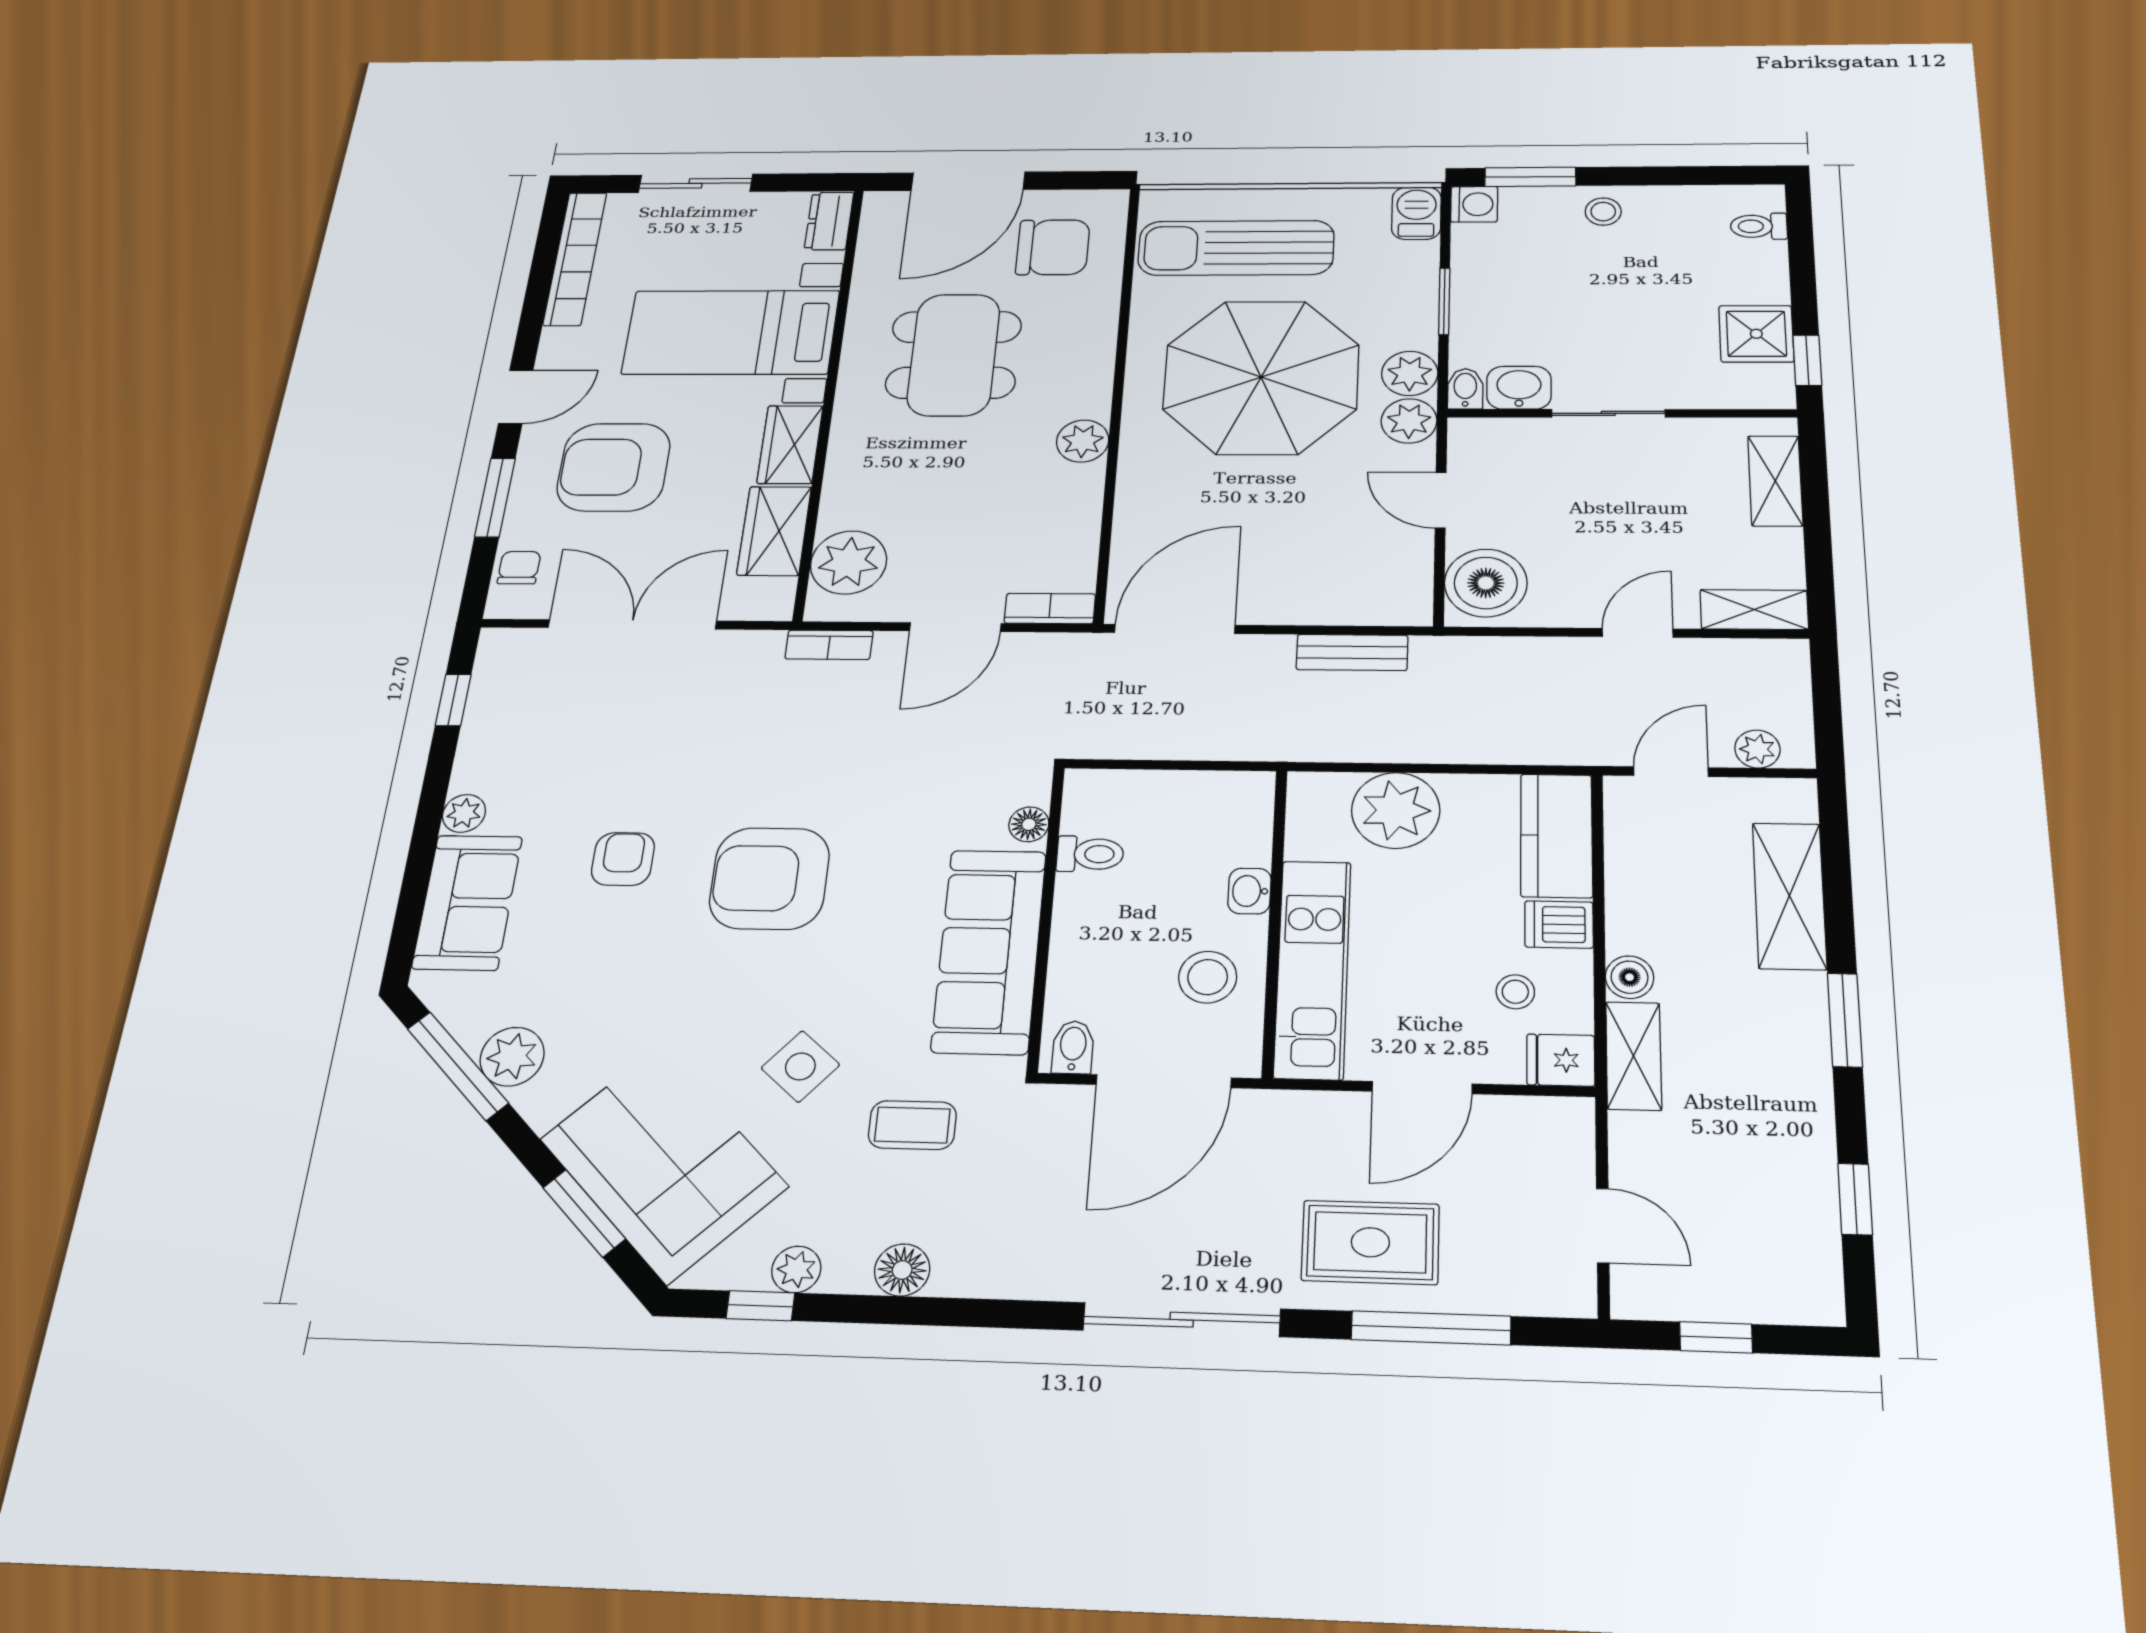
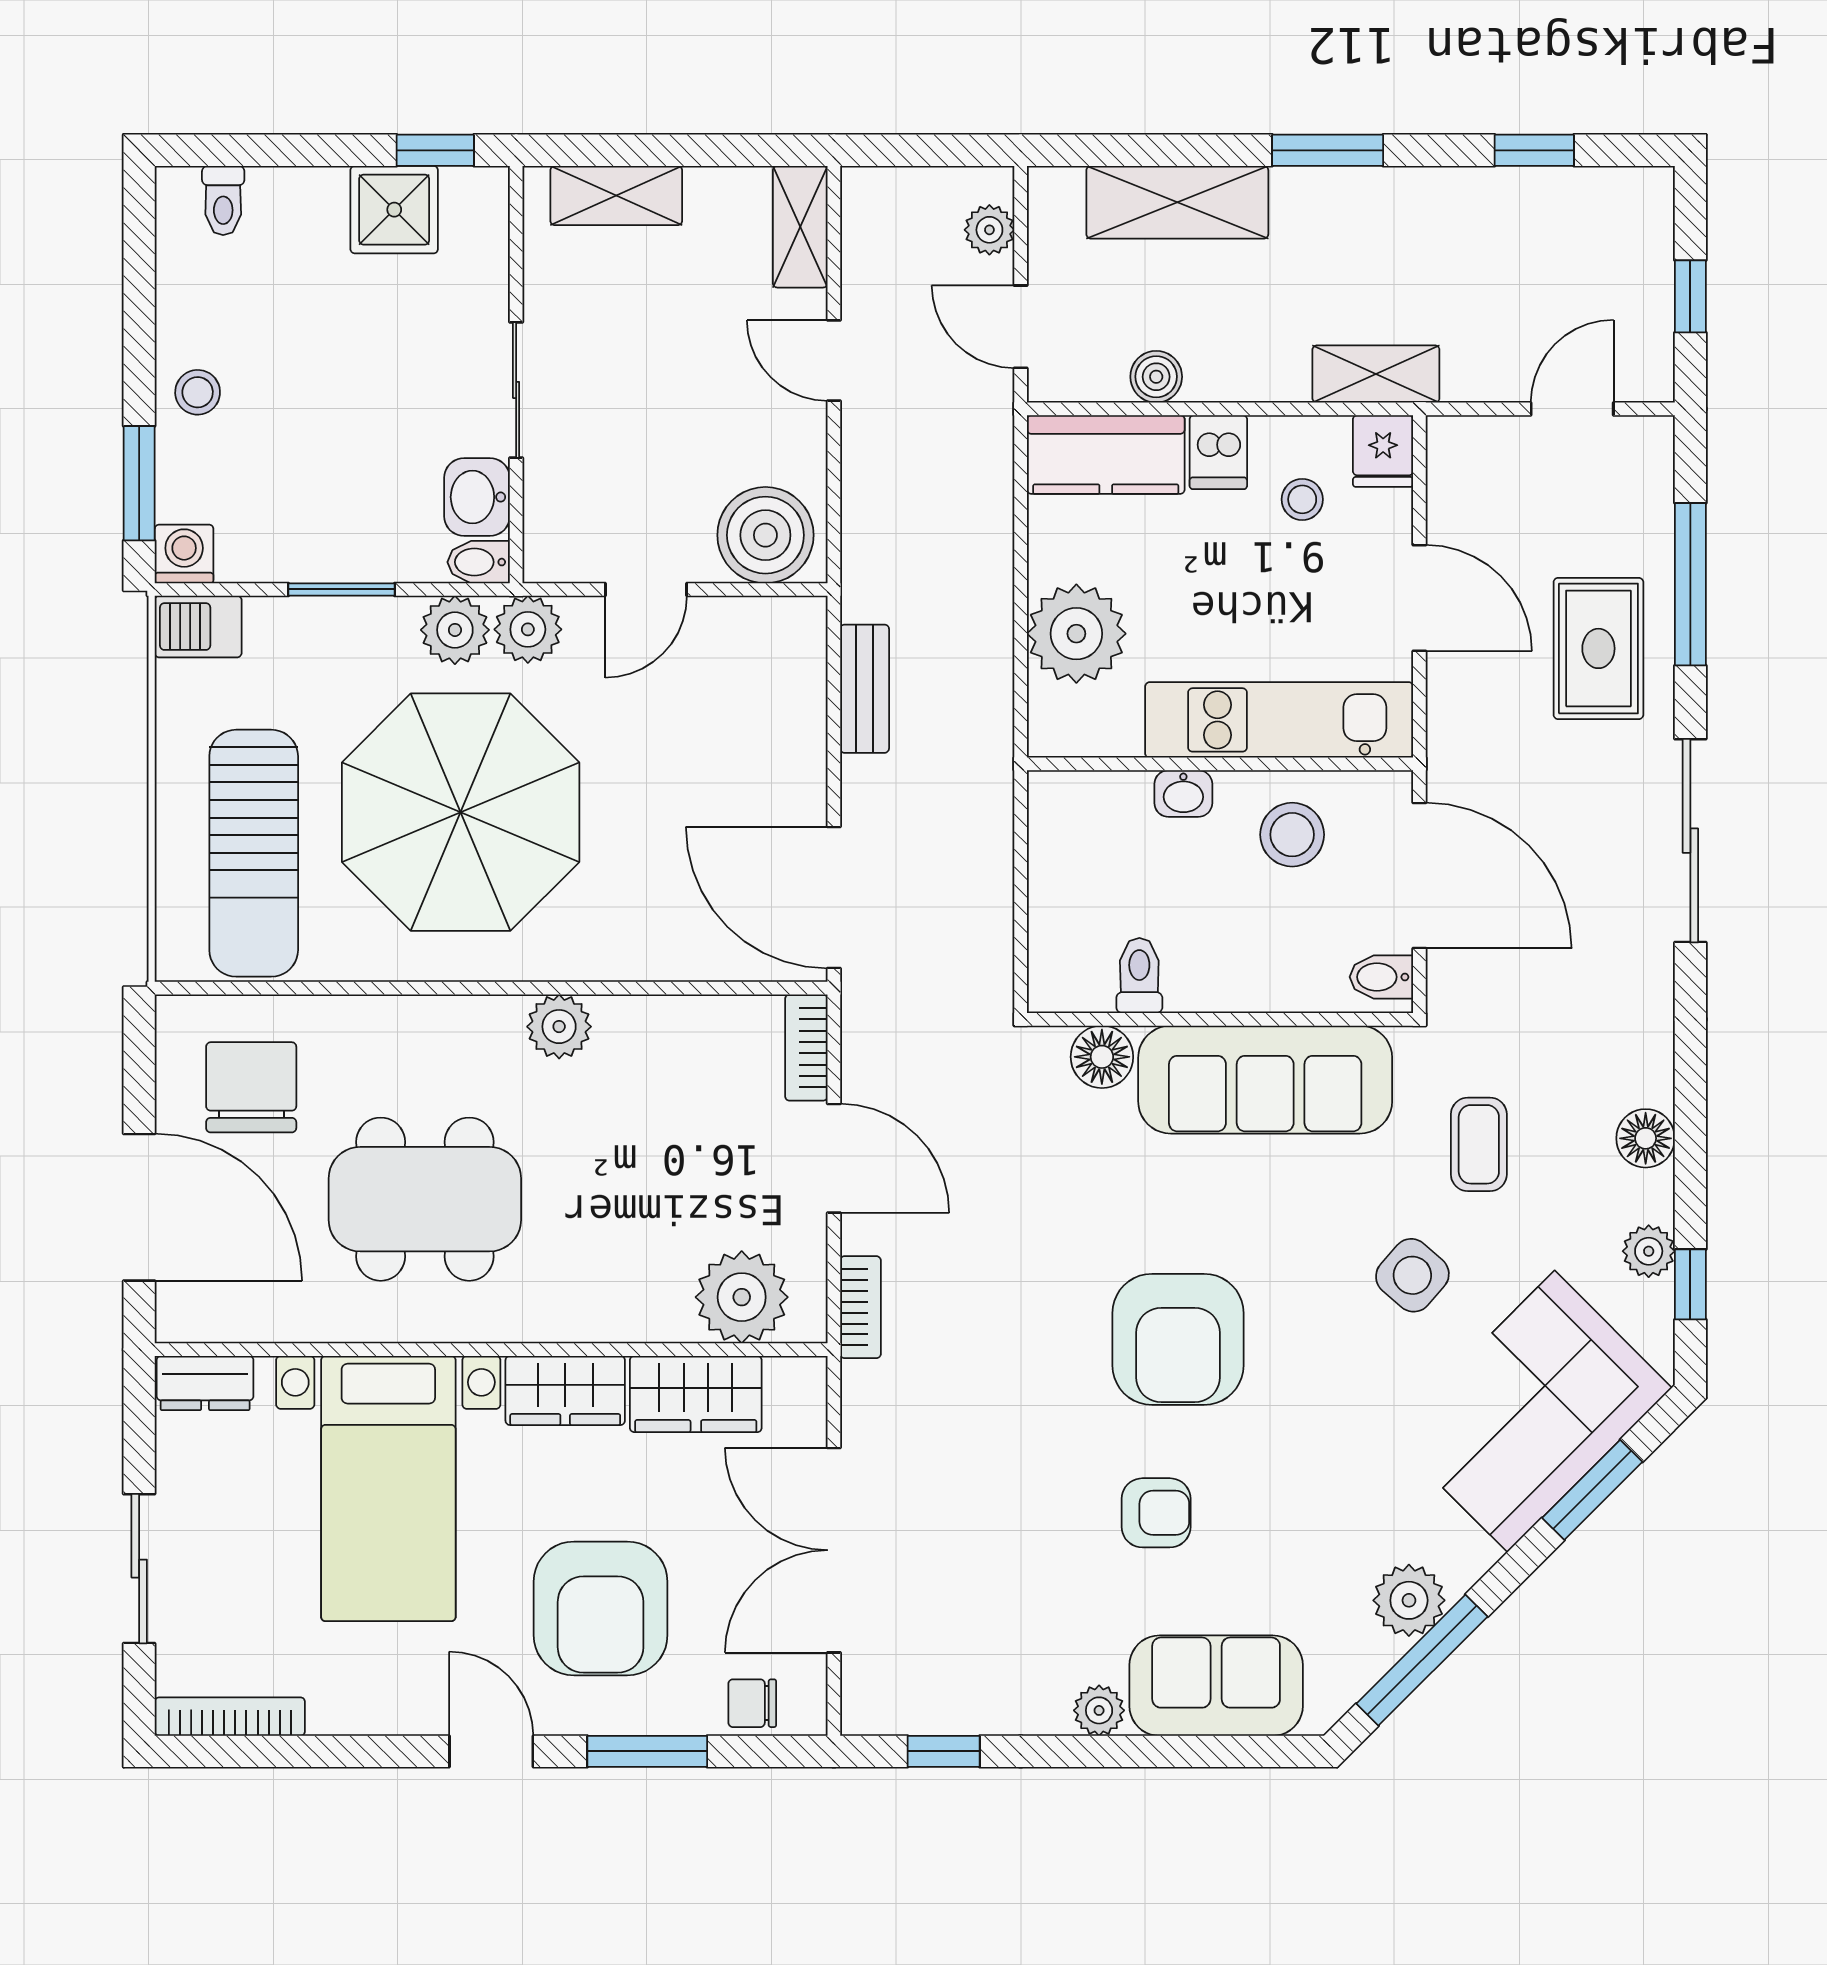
bookcase: (575, 259) -> (230, 1717), width x0.68, depth x0.76
floor lamp: (1029, 824) -> (1102, 1057), width x1.37, depth x1.37
armchair: (623, 859) -> (1156, 1513), turned 180
boiler: (1630, 977) -> (1156, 377), moved

